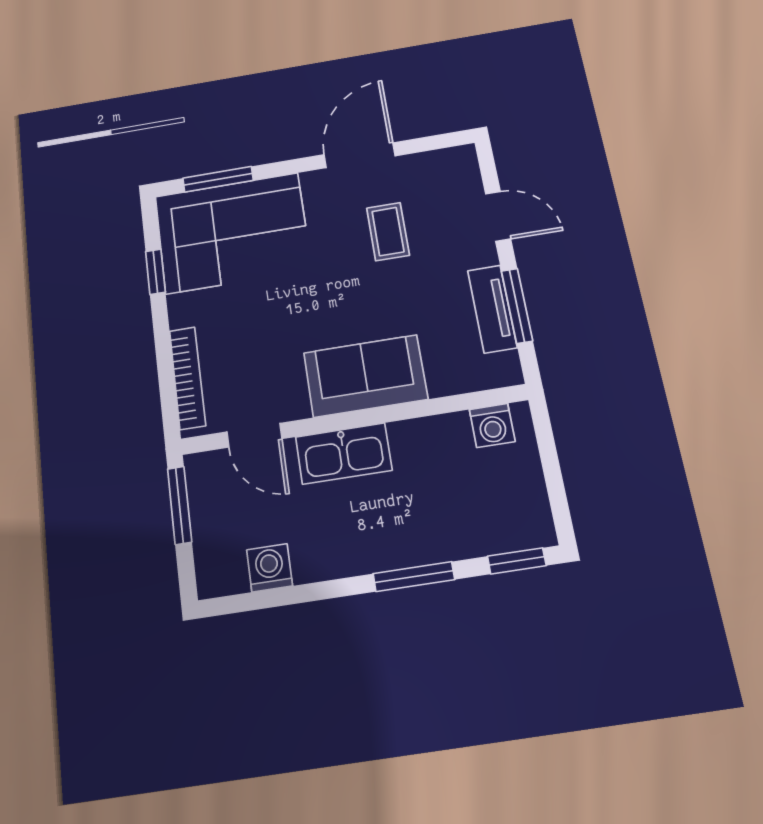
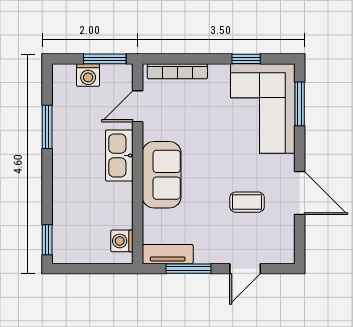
tv unit: (492, 309) -> (168, 254), moved
washing machine: (269, 568) -> (88, 75), moved, turned 90
window: (414, 577) -> (47, 127), moved

